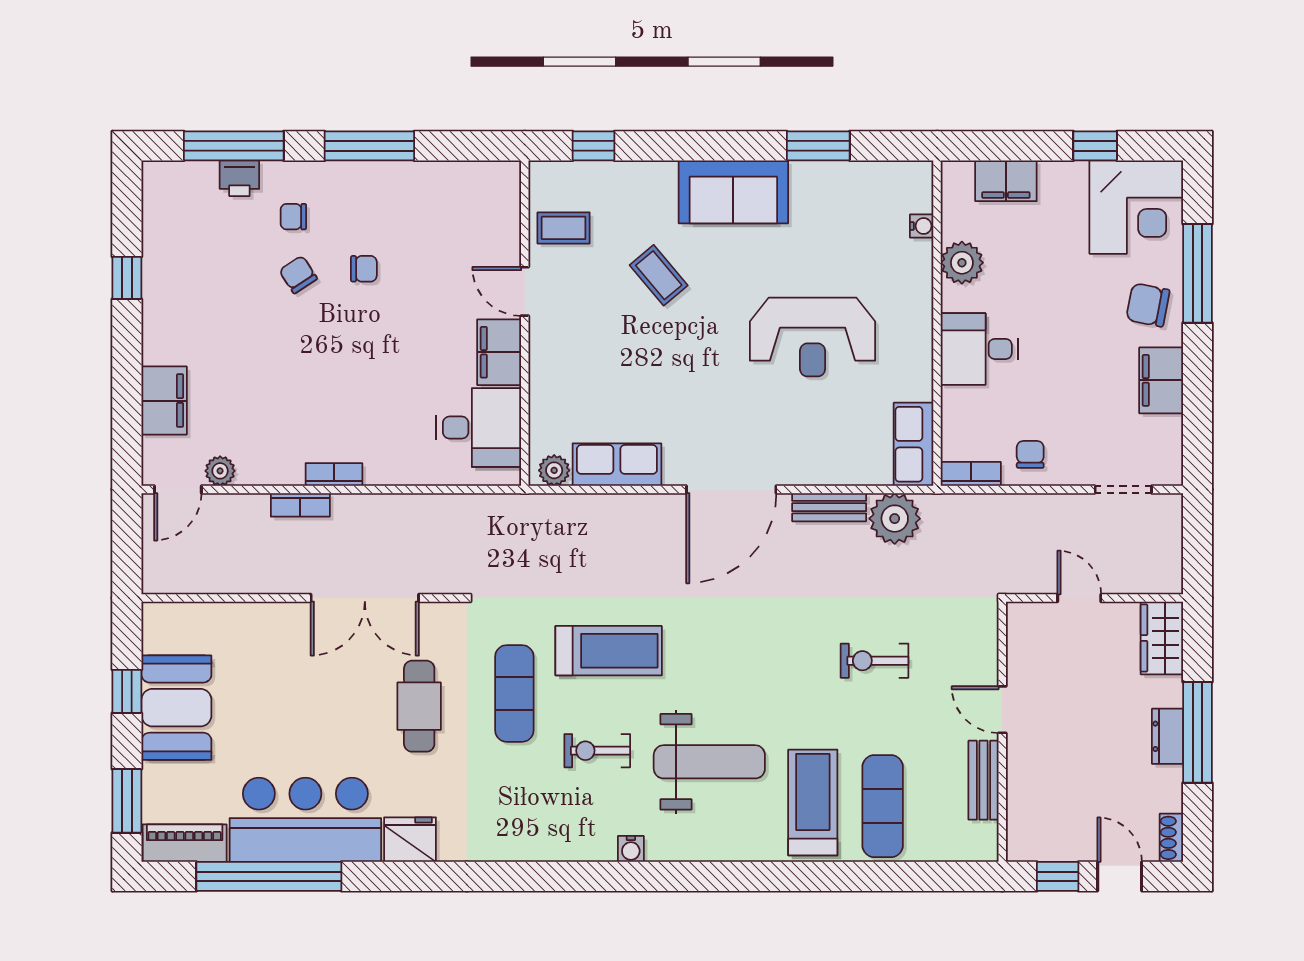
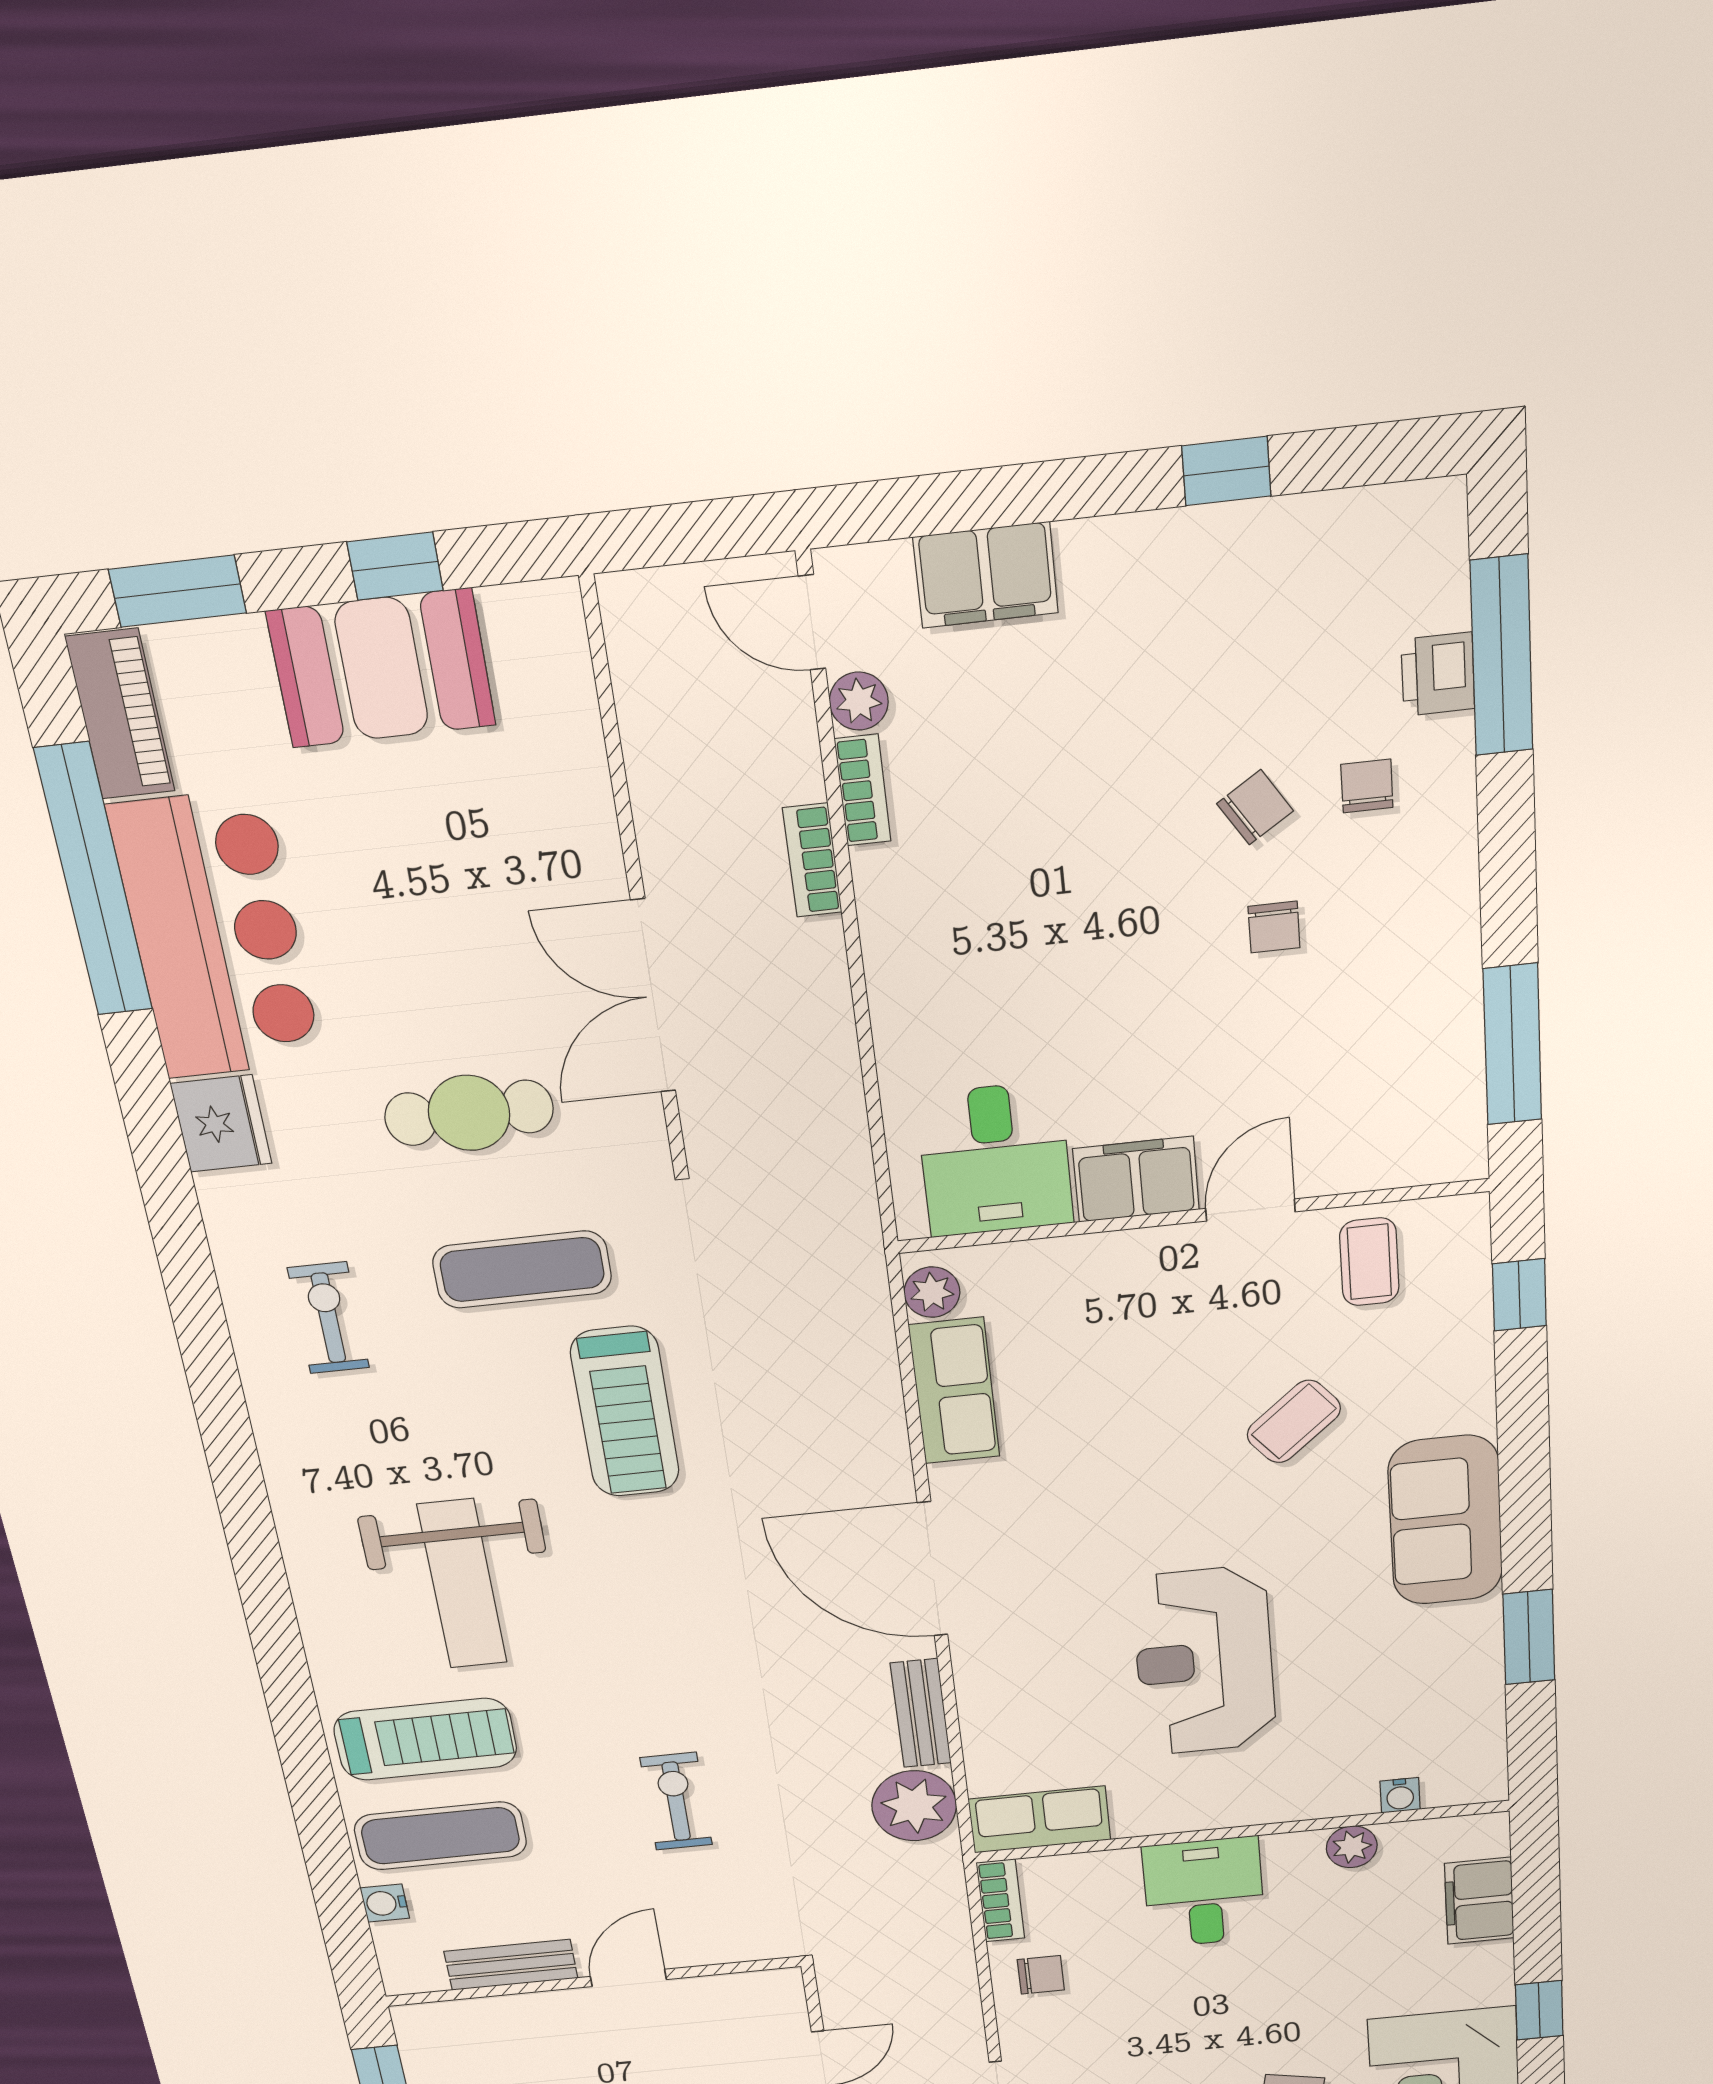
window: (369, 146) -> (1512, 1045), moved
plant: (962, 263) -> (1352, 1847), width x0.73, depth x0.73
bookcase: (334, 474) -> (863, 790), moved
exercise bike: (597, 751) -> (328, 1318), moved
water cooler: (631, 849) -> (385, 1903), moved

